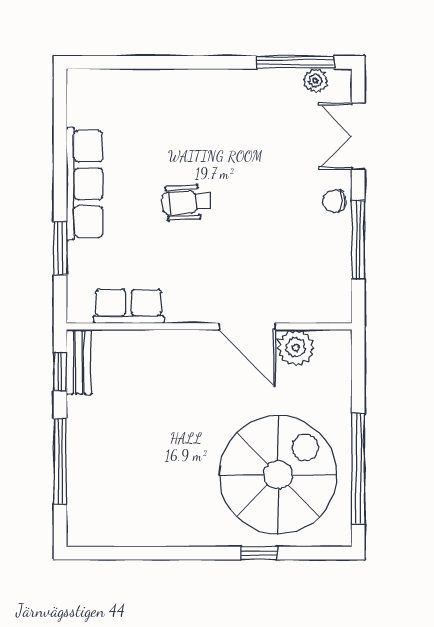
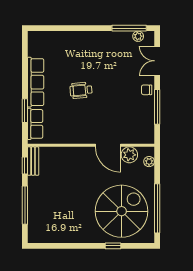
row of seats: (129, 306) -> (35, 124), moved, turned 90
plant: (340, 363) -> (149, 162), added

